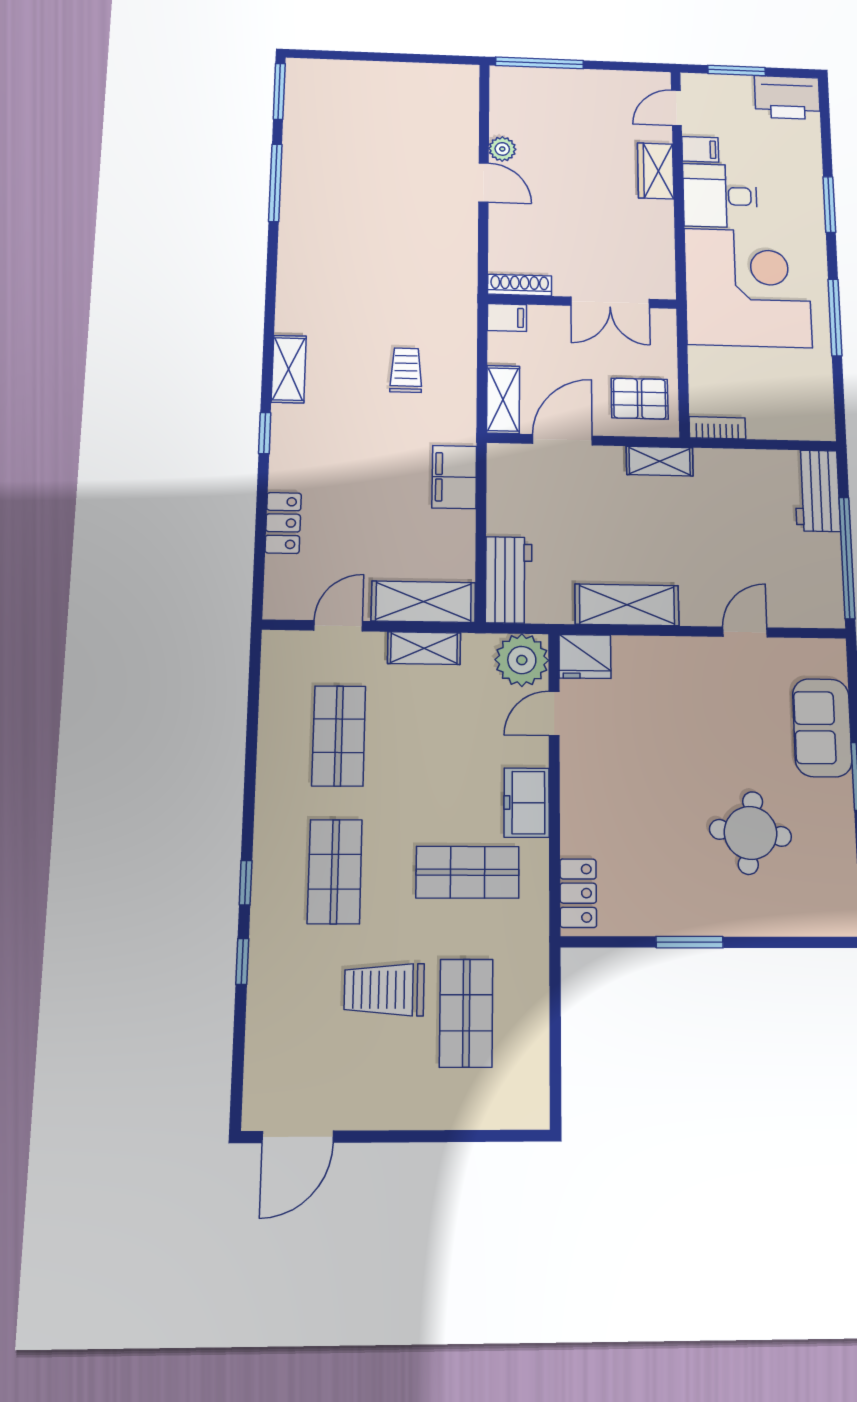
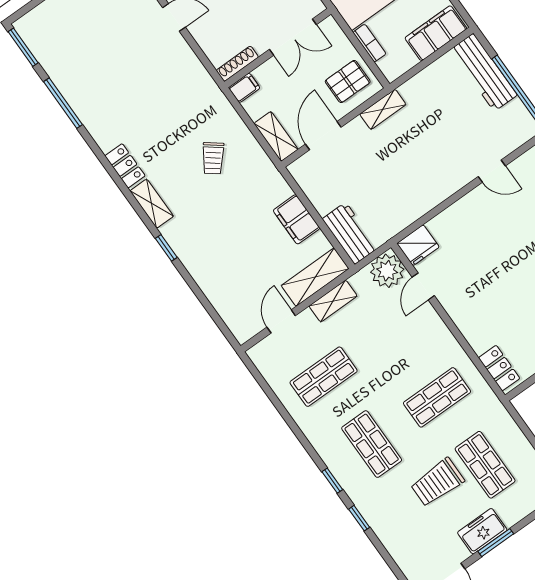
trolley: (406, 370) -> (213, 158), turned -142
filing cabinet: (790, 419) -> (436, 33), added
bookcase: (717, 428) -> (369, 43), moved, turned 90
filing cabinet: (454, 477) -> (297, 219), moved
workbench: (817, 491) -> (484, 72), width x1.38
locker: (283, 523) -> (125, 166), moved
shelving: (627, 605) -> (420, 202), removed
door: (745, 632) -> (492, 171), swing flipped
shop shelf: (339, 736) -> (324, 377), turned 90
freezer: (527, 803) -> (482, 531), moved, turned 90
window: (403, 1136) -> (496, 543), added

